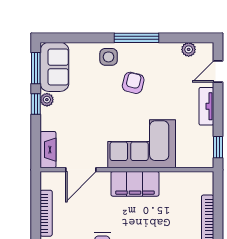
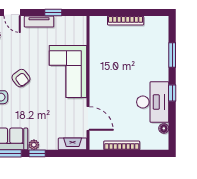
armchair: (133, 83) -> (21, 78), turned -141
window: (218, 147) -> (53, 13), moved
filing cabinet: (135, 184) -> (99, 77), removed

